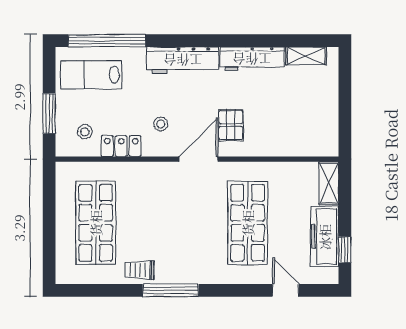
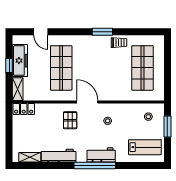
window: (107, 41) -> (95, 165), moved
workbench: (183, 60) -> (101, 155), width x0.73
locker: (121, 146) -> (24, 109), moved
door: (199, 159) -> (87, 102), swing flipped
window: (345, 250) -> (9, 66), moved
window: (171, 290) -> (102, 32), width x0.69

